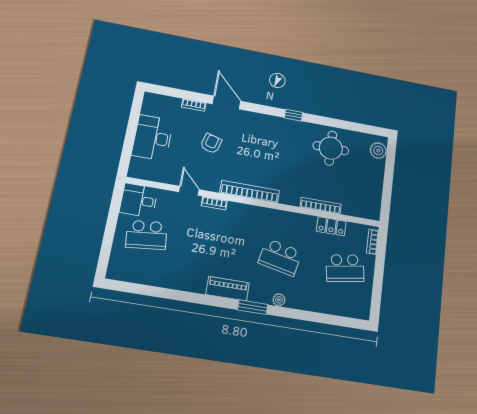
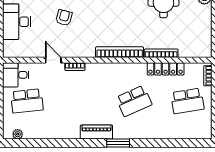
bookcase: (250, 192) -> (120, 52), moved
locker: (331, 226) -> (166, 69), width x1.53
school desk: (280, 257) -> (134, 101), turned -36
plant: (279, 300) -> (18, 134), moved

